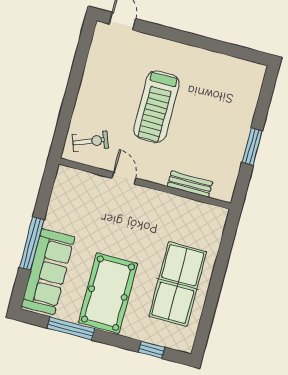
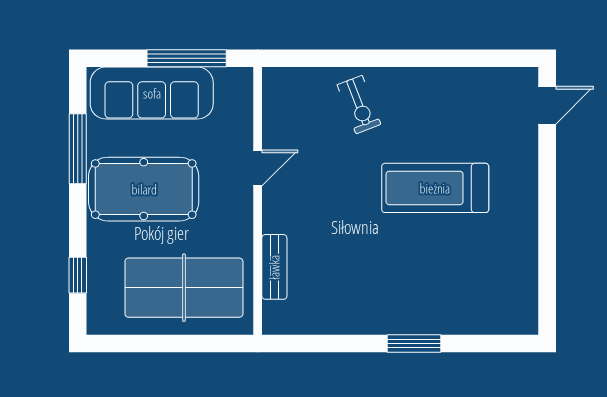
door: (124, 178) -> (258, 168), moved
wall: (145, 184) -> (258, 201), moved
bench: (190, 184) -> (274, 267), moved

